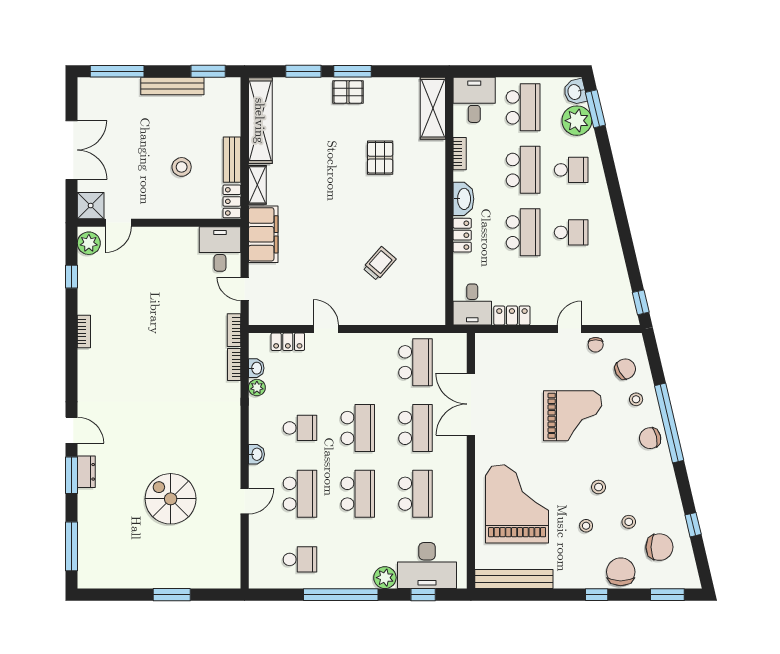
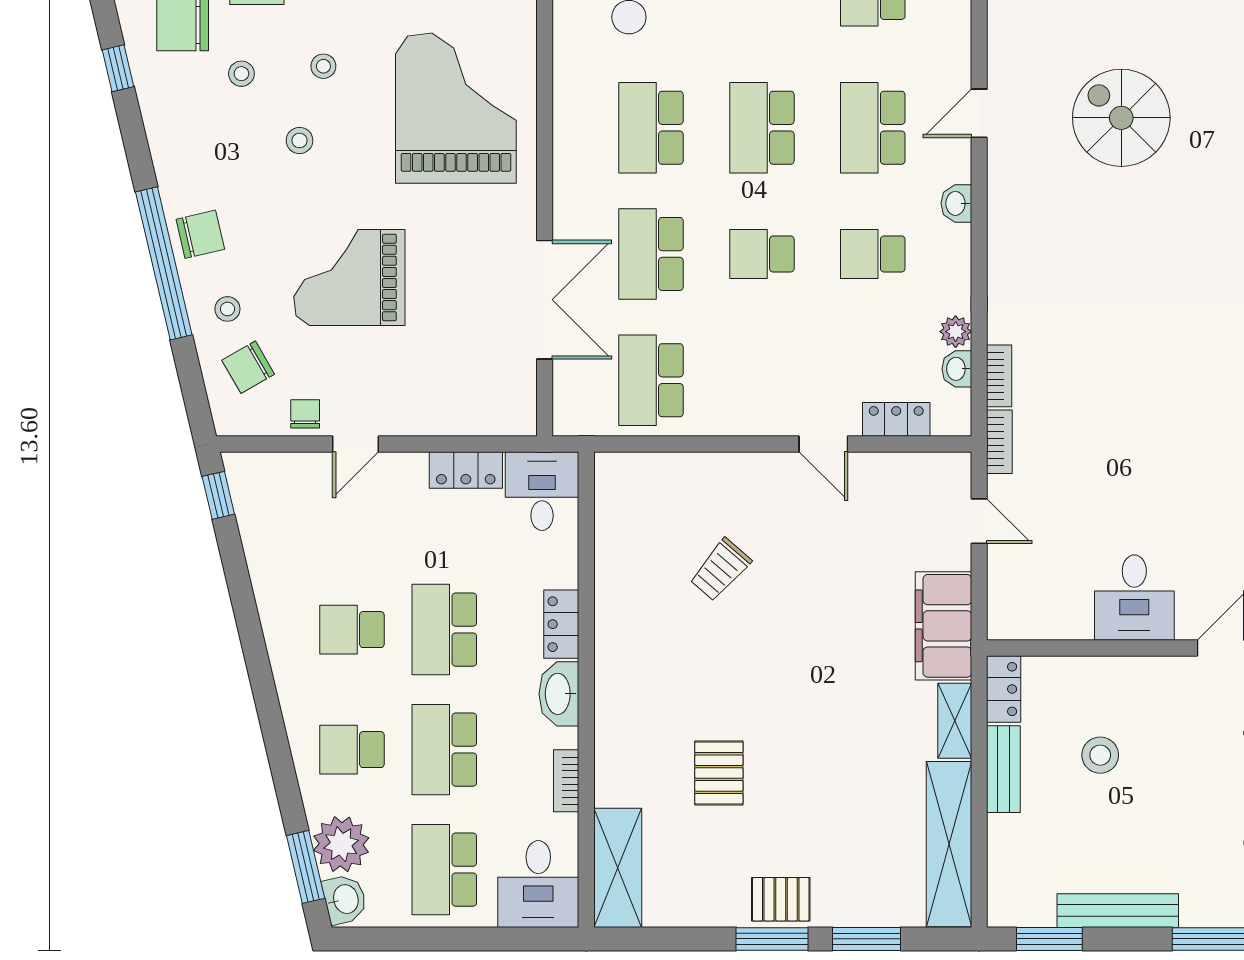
desk: (220, 249) -> (1134, 598), moved
school desk: (358, 428) -> (762, 254), width x0.54
spiral stairs: (171, 499) -> (1121, 118), turned 180
grand piano: (517, 504) -> (456, 108), turned 180

